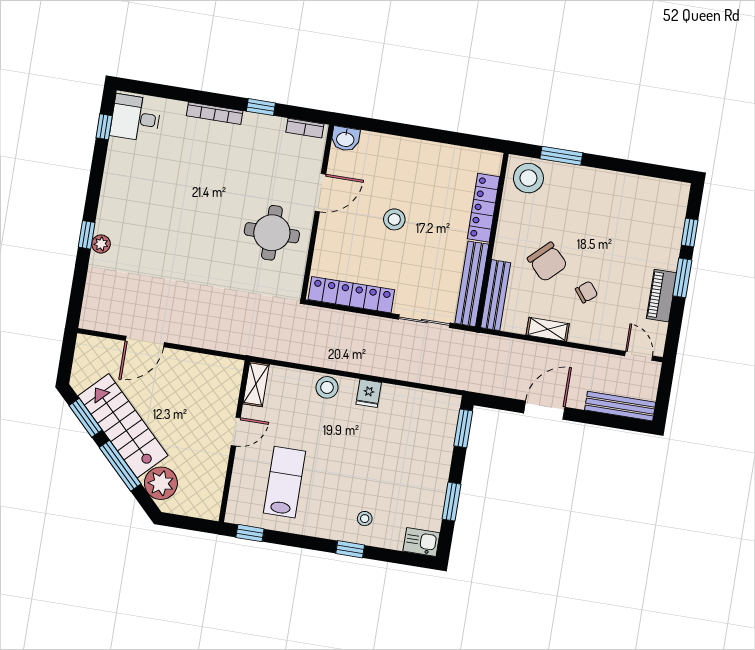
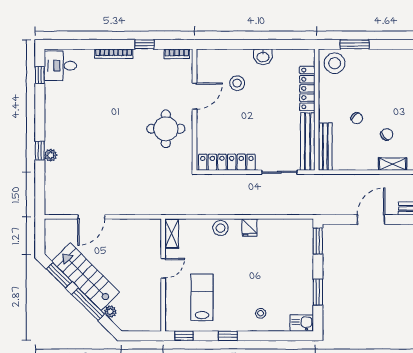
washbasin: (345, 139) -> (263, 57), moved
stool: (394, 219) -> (237, 83), moved
chair: (547, 262) -> (357, 118), width x0.54, depth x0.54
shelving: (548, 329) -> (393, 164), moved
plant: (161, 483) -> (110, 312), width x0.53, depth x0.53
window: (350, 549) -> (228, 336), moved

